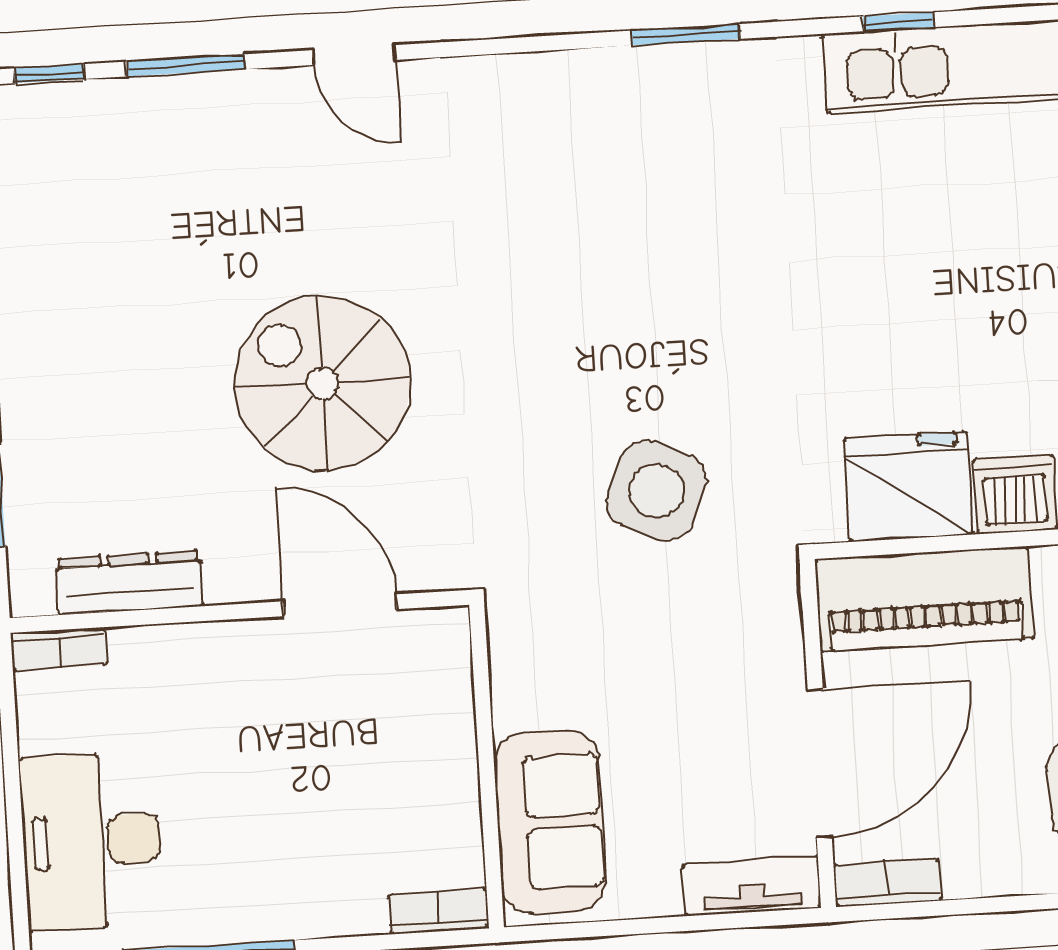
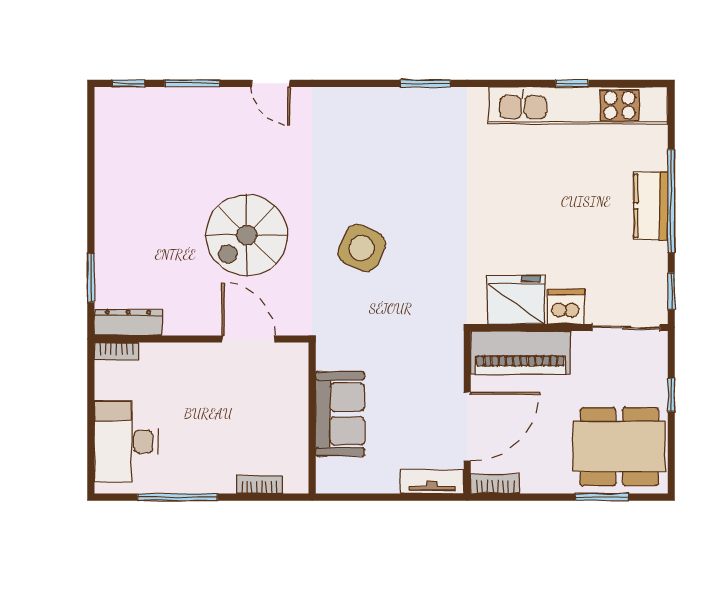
window: (898, 22) -> (572, 83), moved
spiral stairs: (322, 383) -> (247, 235), turned -90
side table: (656, 491) -> (362, 248), moved
dresser: (130, 582) -> (128, 322), moved
sofa: (550, 822) -> (340, 414), moved
bookcase: (439, 912) -> (259, 484), moved

